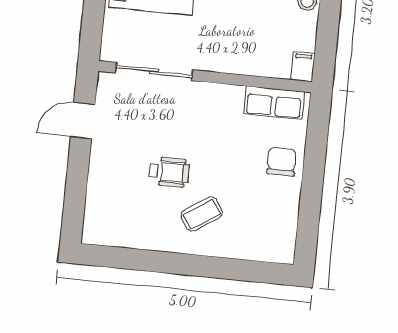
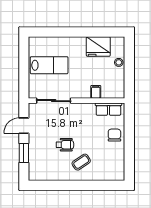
filing cabinet: (303, 67) -> (96, 92), moved
window: (77, 181) -> (24, 153), added

